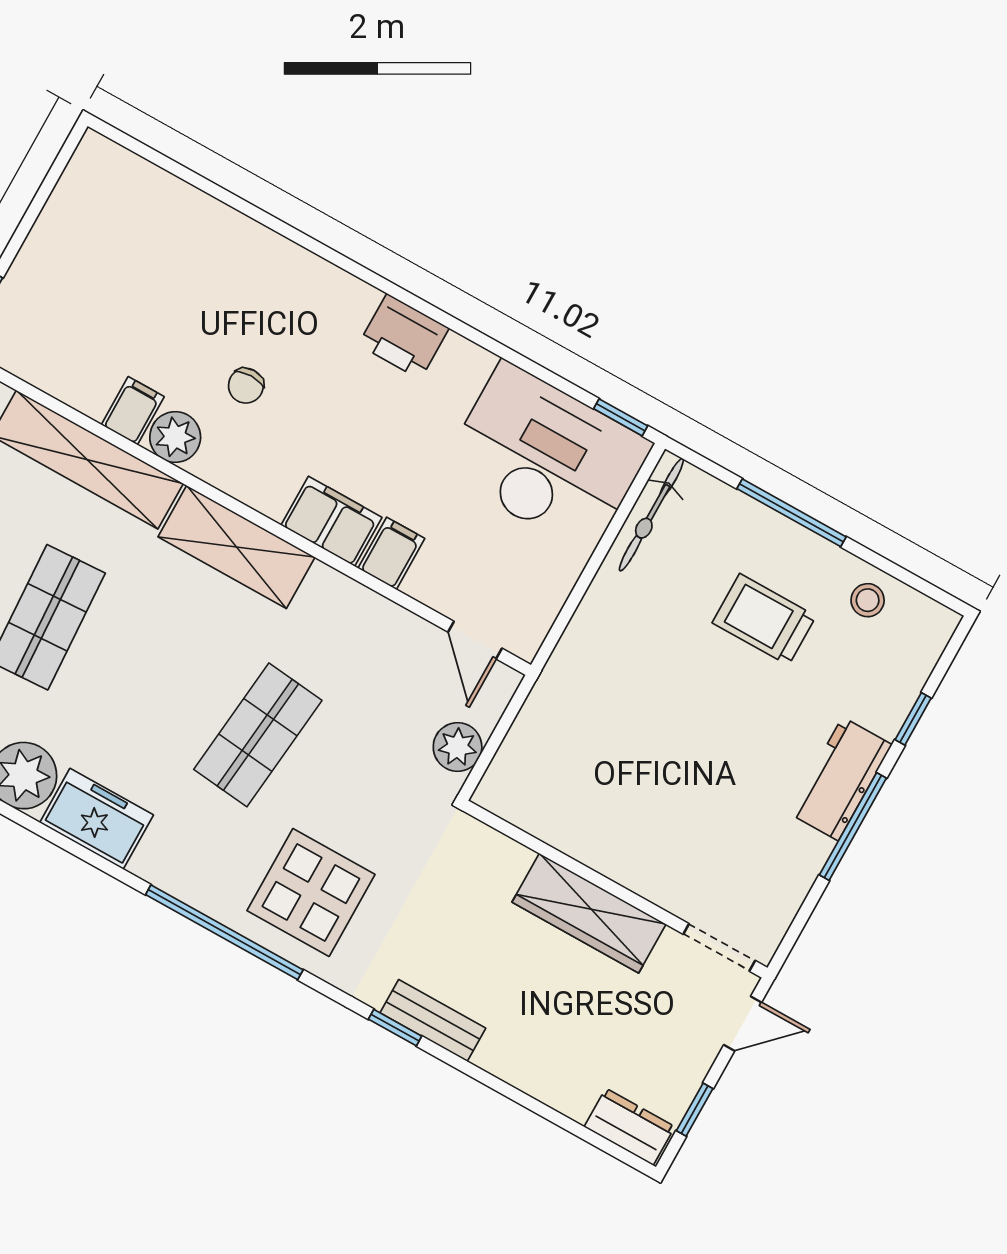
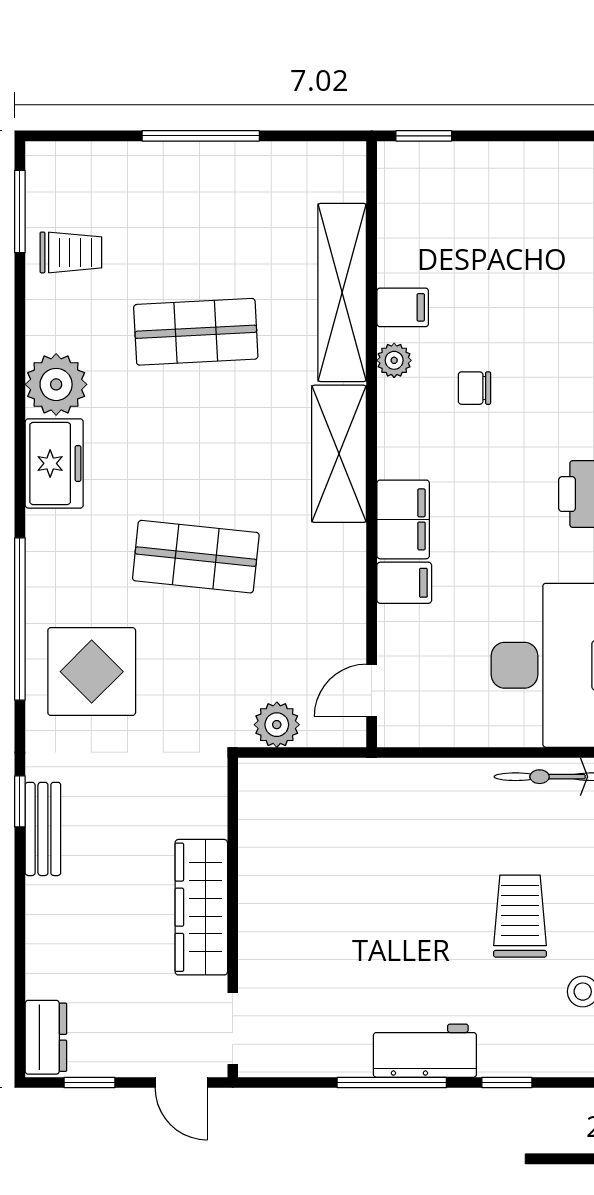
plant: (175, 437) -> (394, 360), width x0.73, depth x0.73

